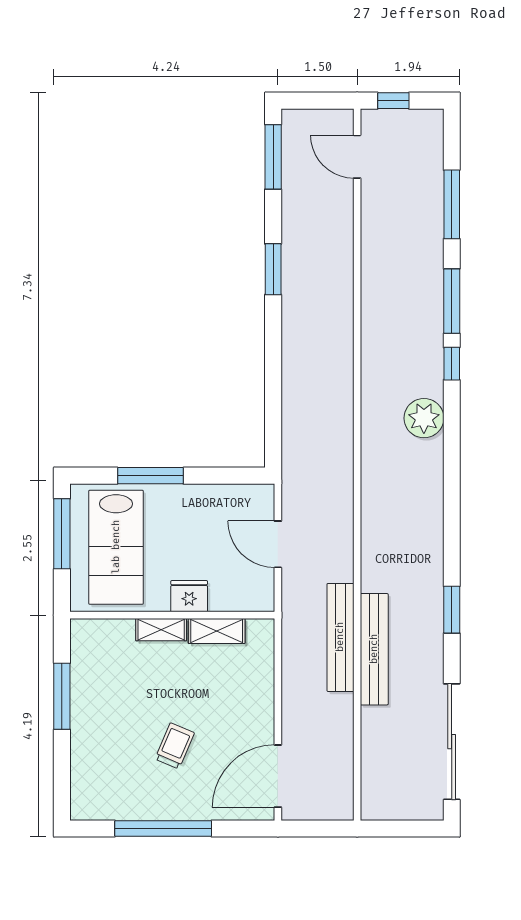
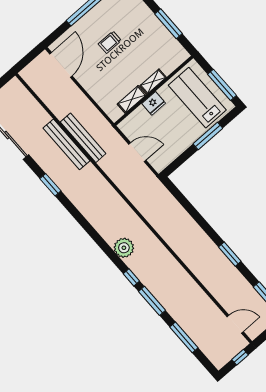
trolley: (175, 746) -> (110, 42), turned 67

